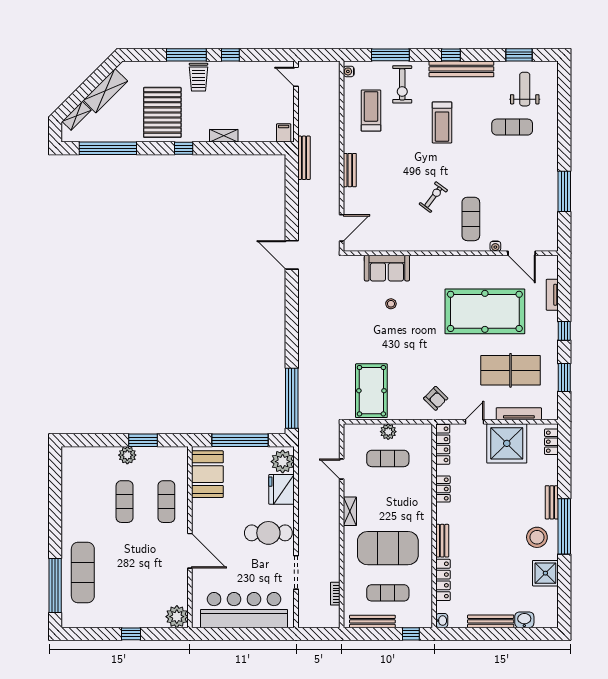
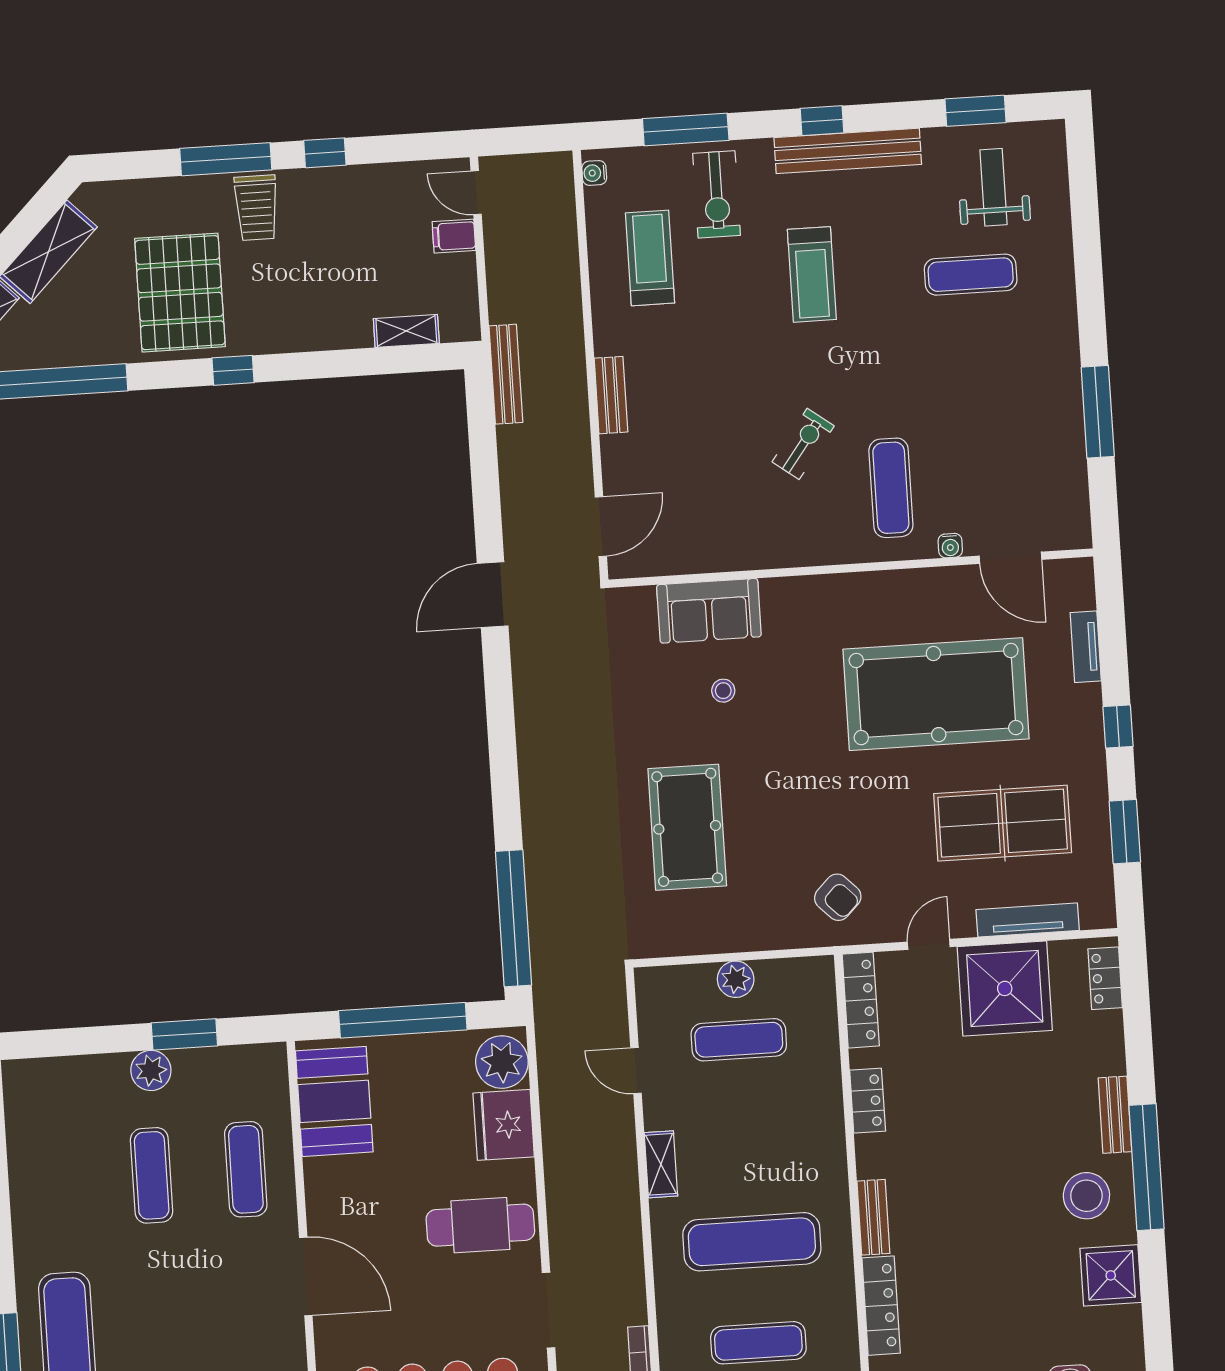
filing cabinet: (284, 133) -> (454, 236), moved, turned -90
shelving: (224, 136) -> (406, 331), moved
door: (292, 255) -> (493, 595), hinge flipped
pool table: (371, 391) -> (687, 827), moved
exercise mat: (388, 548) -> (752, 1242), width x0.68

